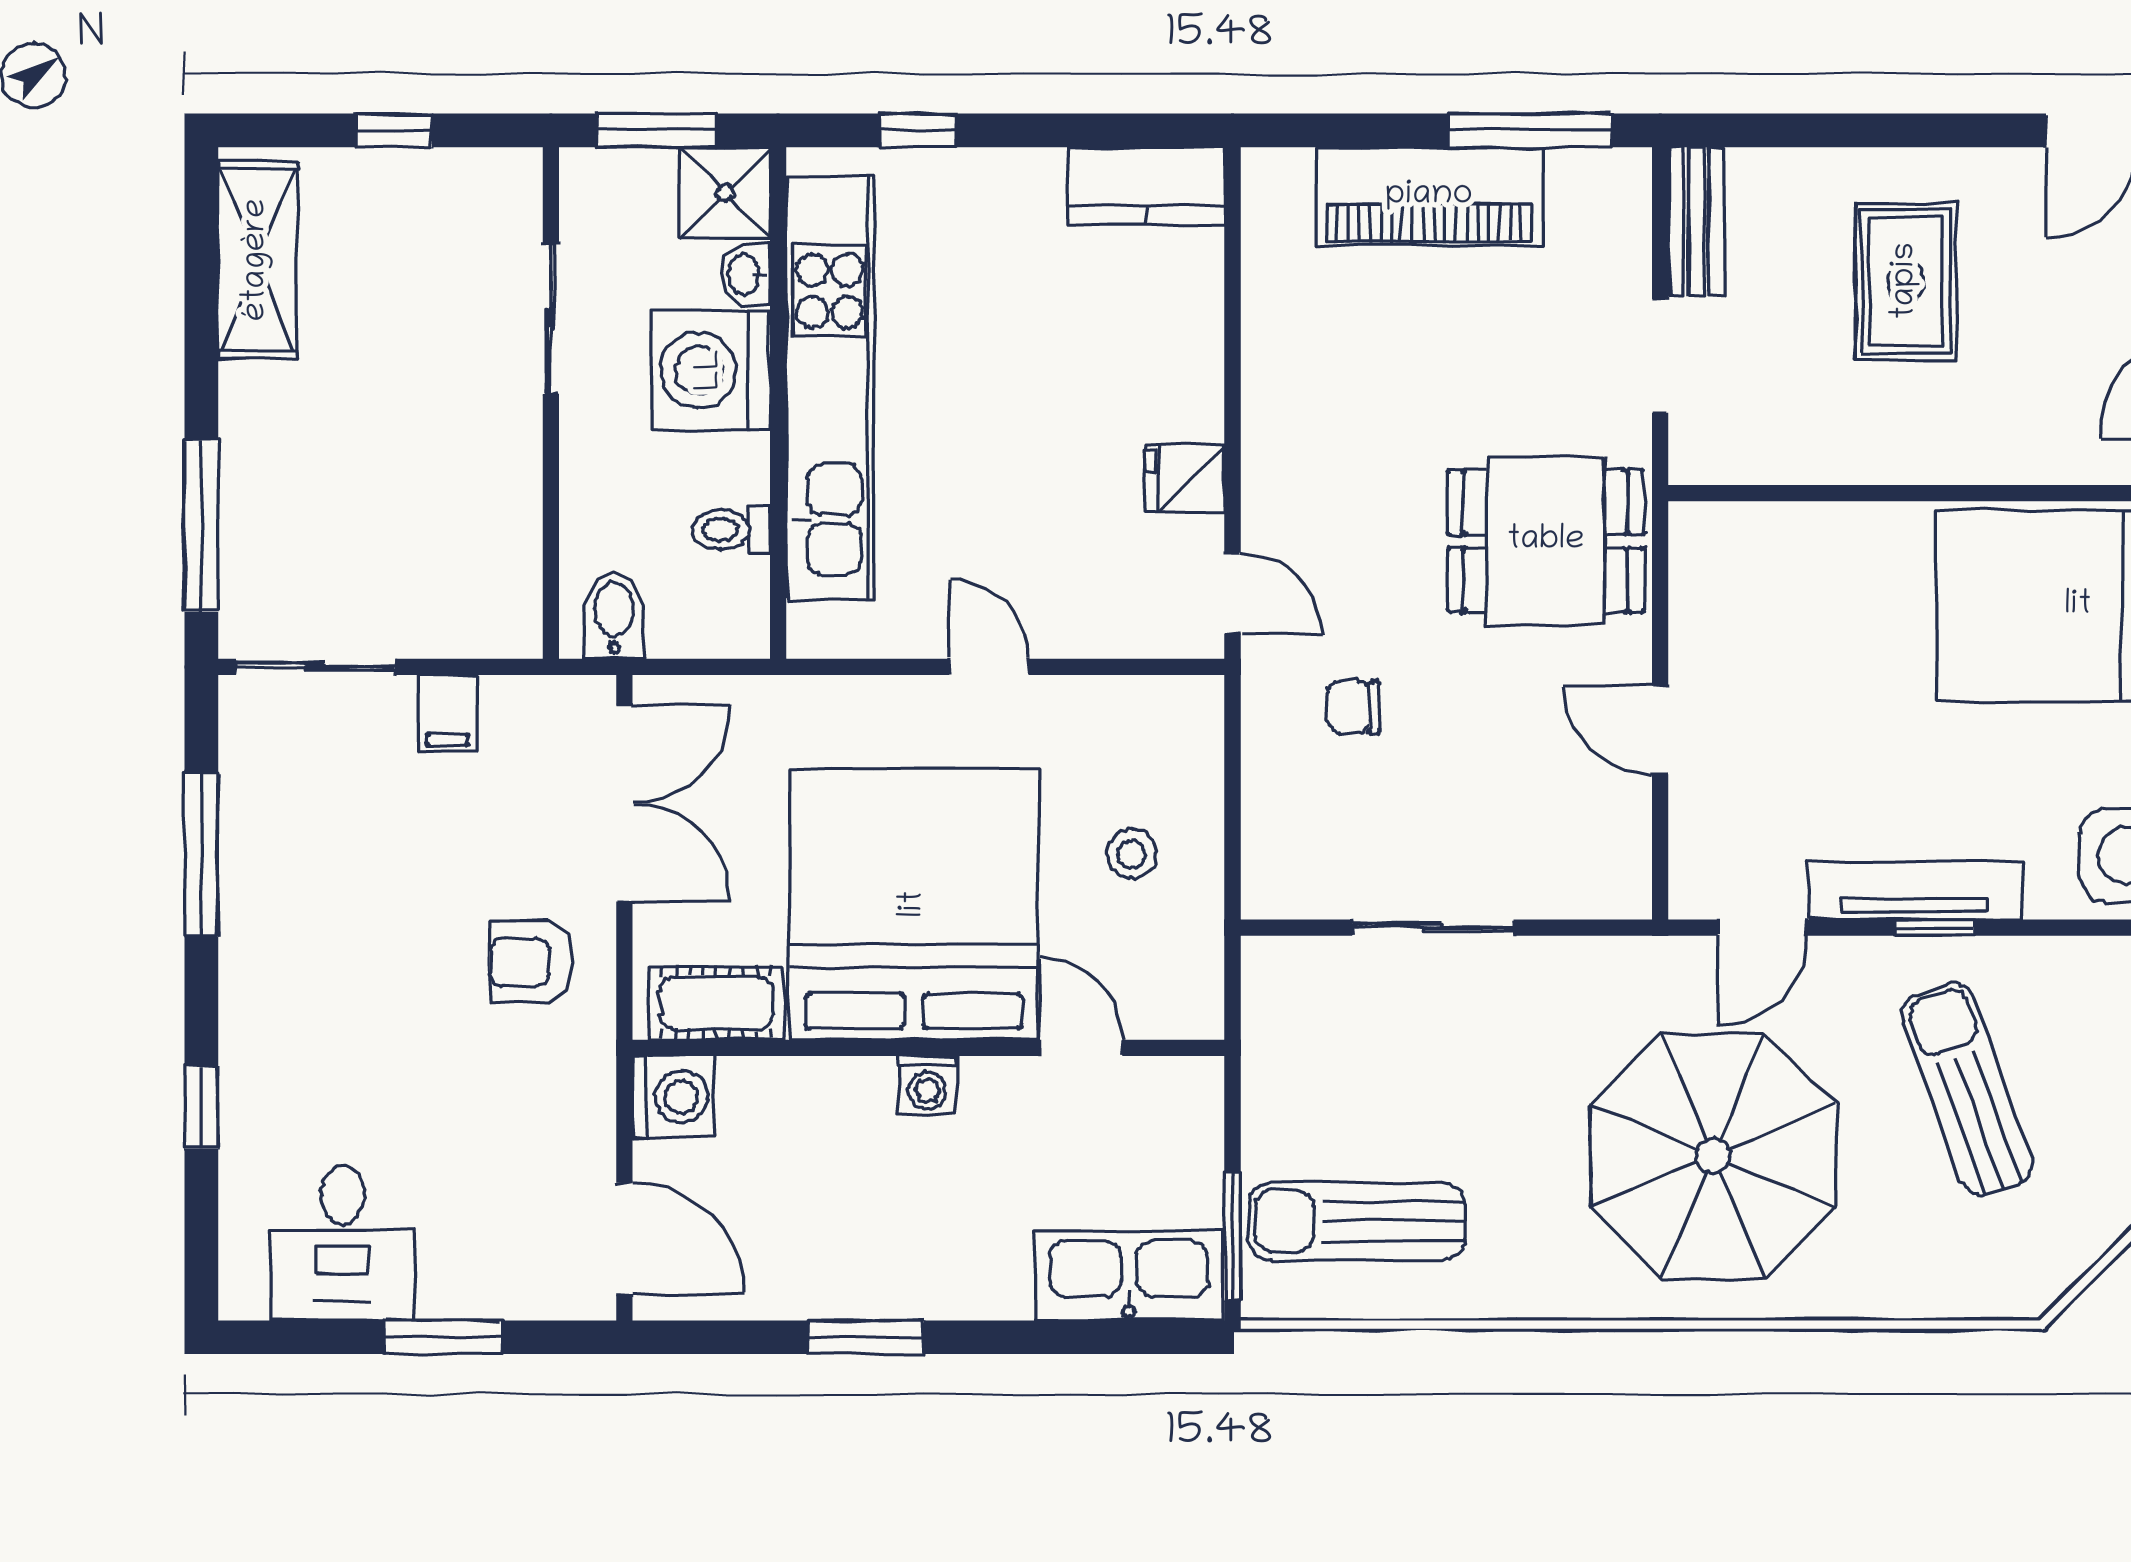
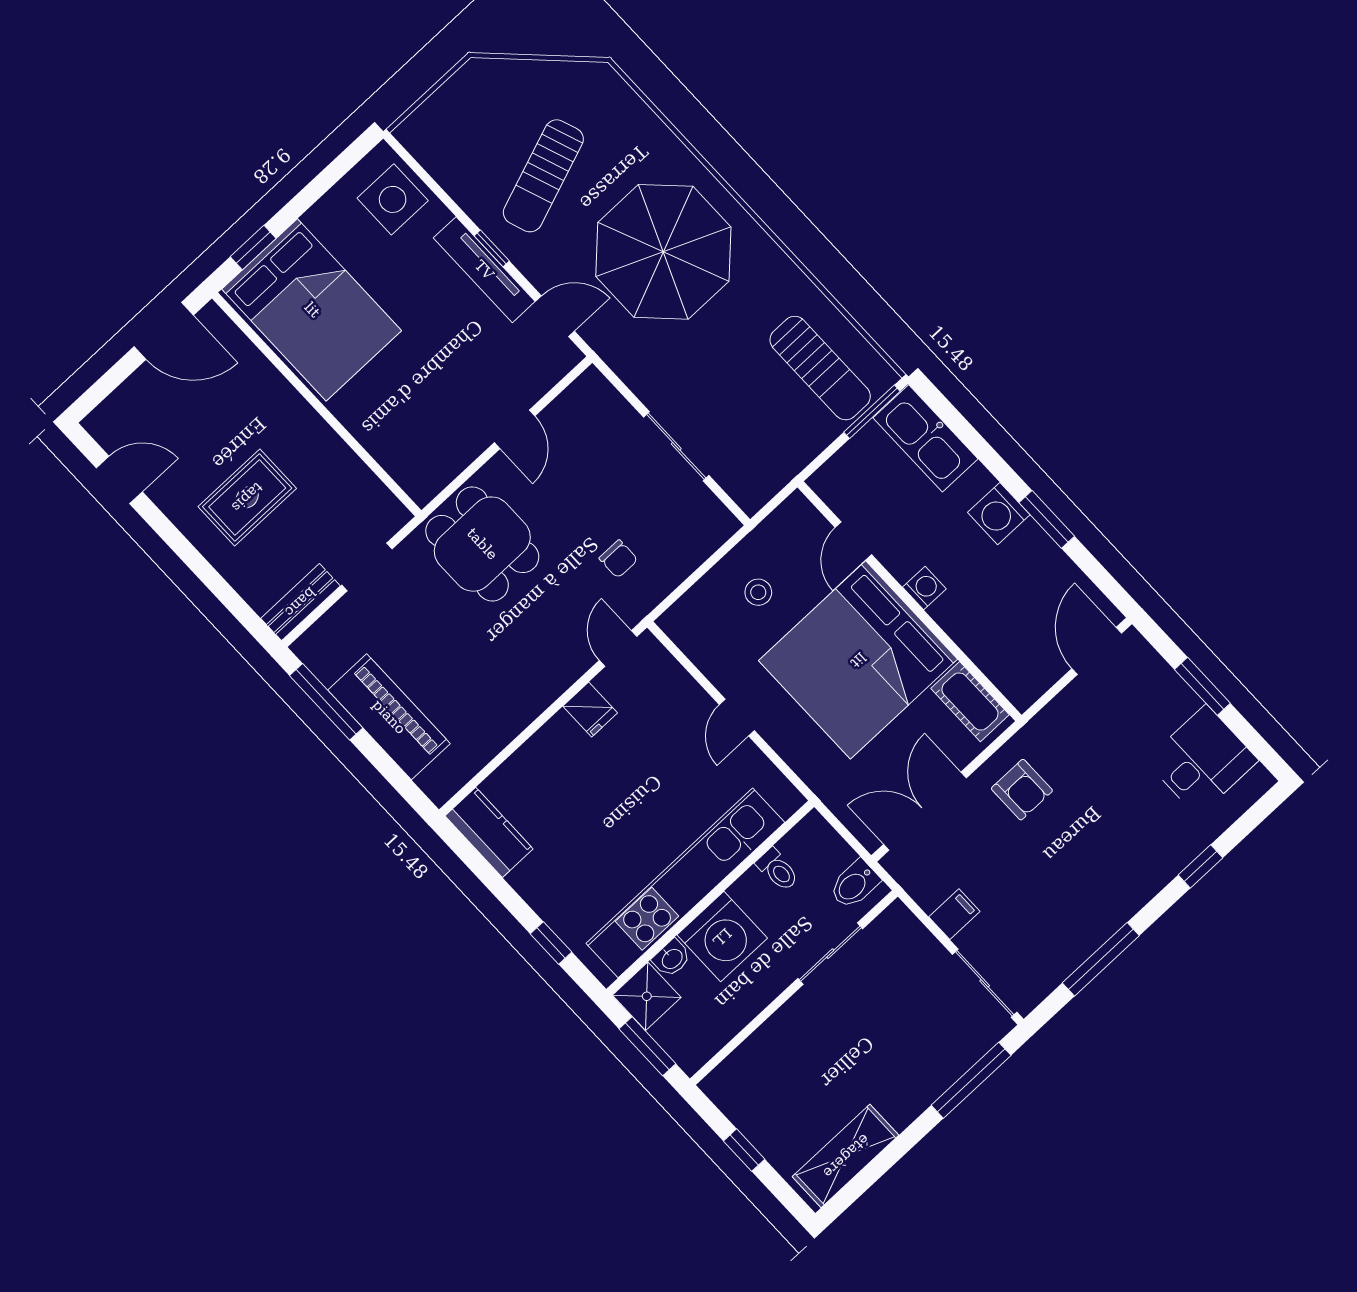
sliding door: (551, 319) -> (830, 954), moved
washing machine: (673, 1097) -> (999, 514), moved, turned -90

